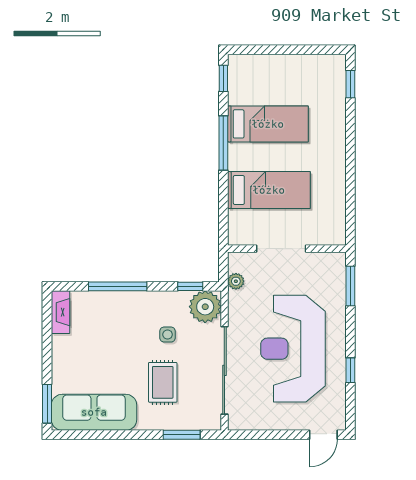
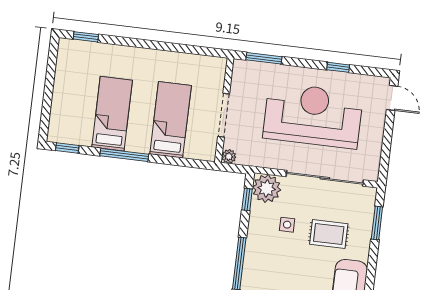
plant: (236, 281) -> (229, 156), moved
reception desk: (293, 349) -> (313, 115), turned 180

